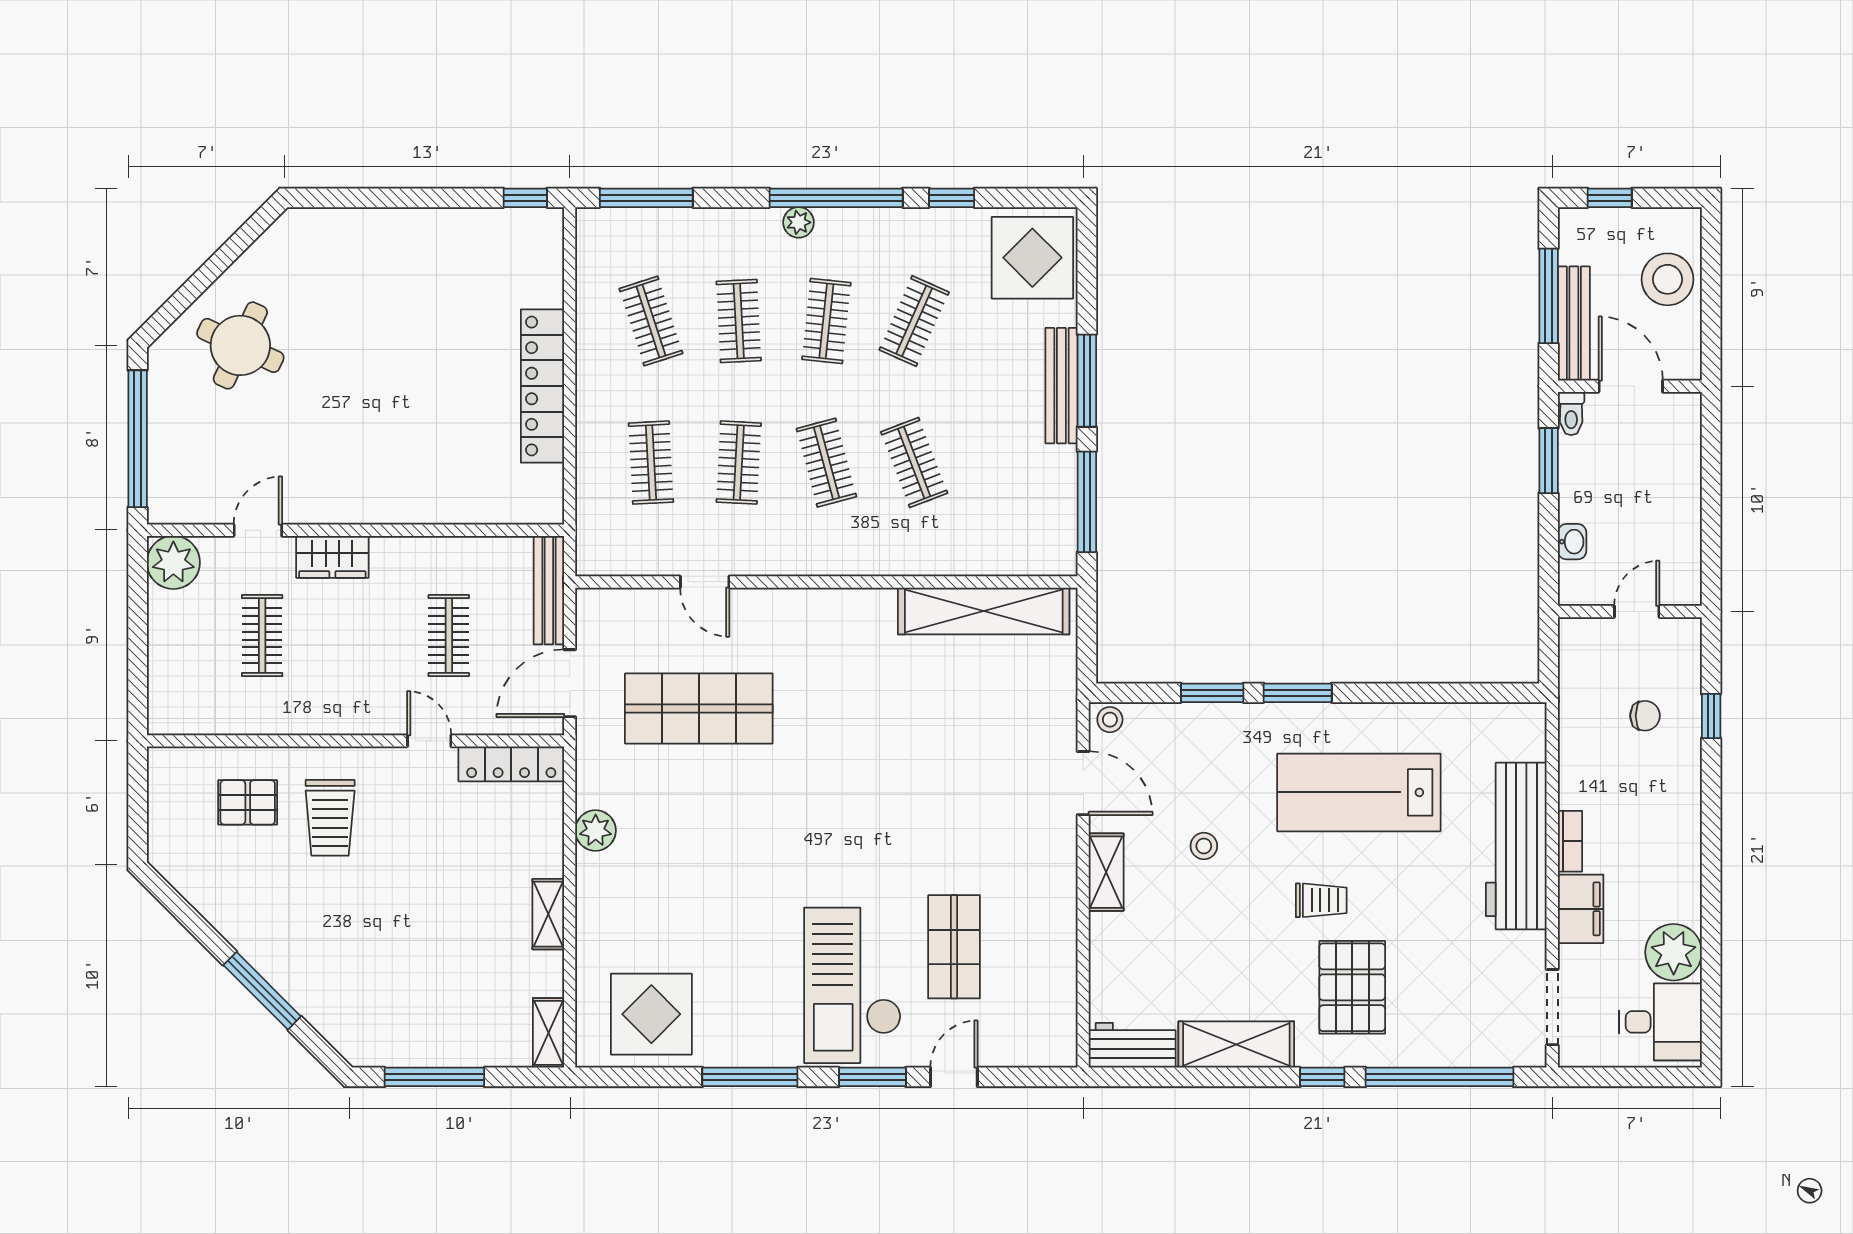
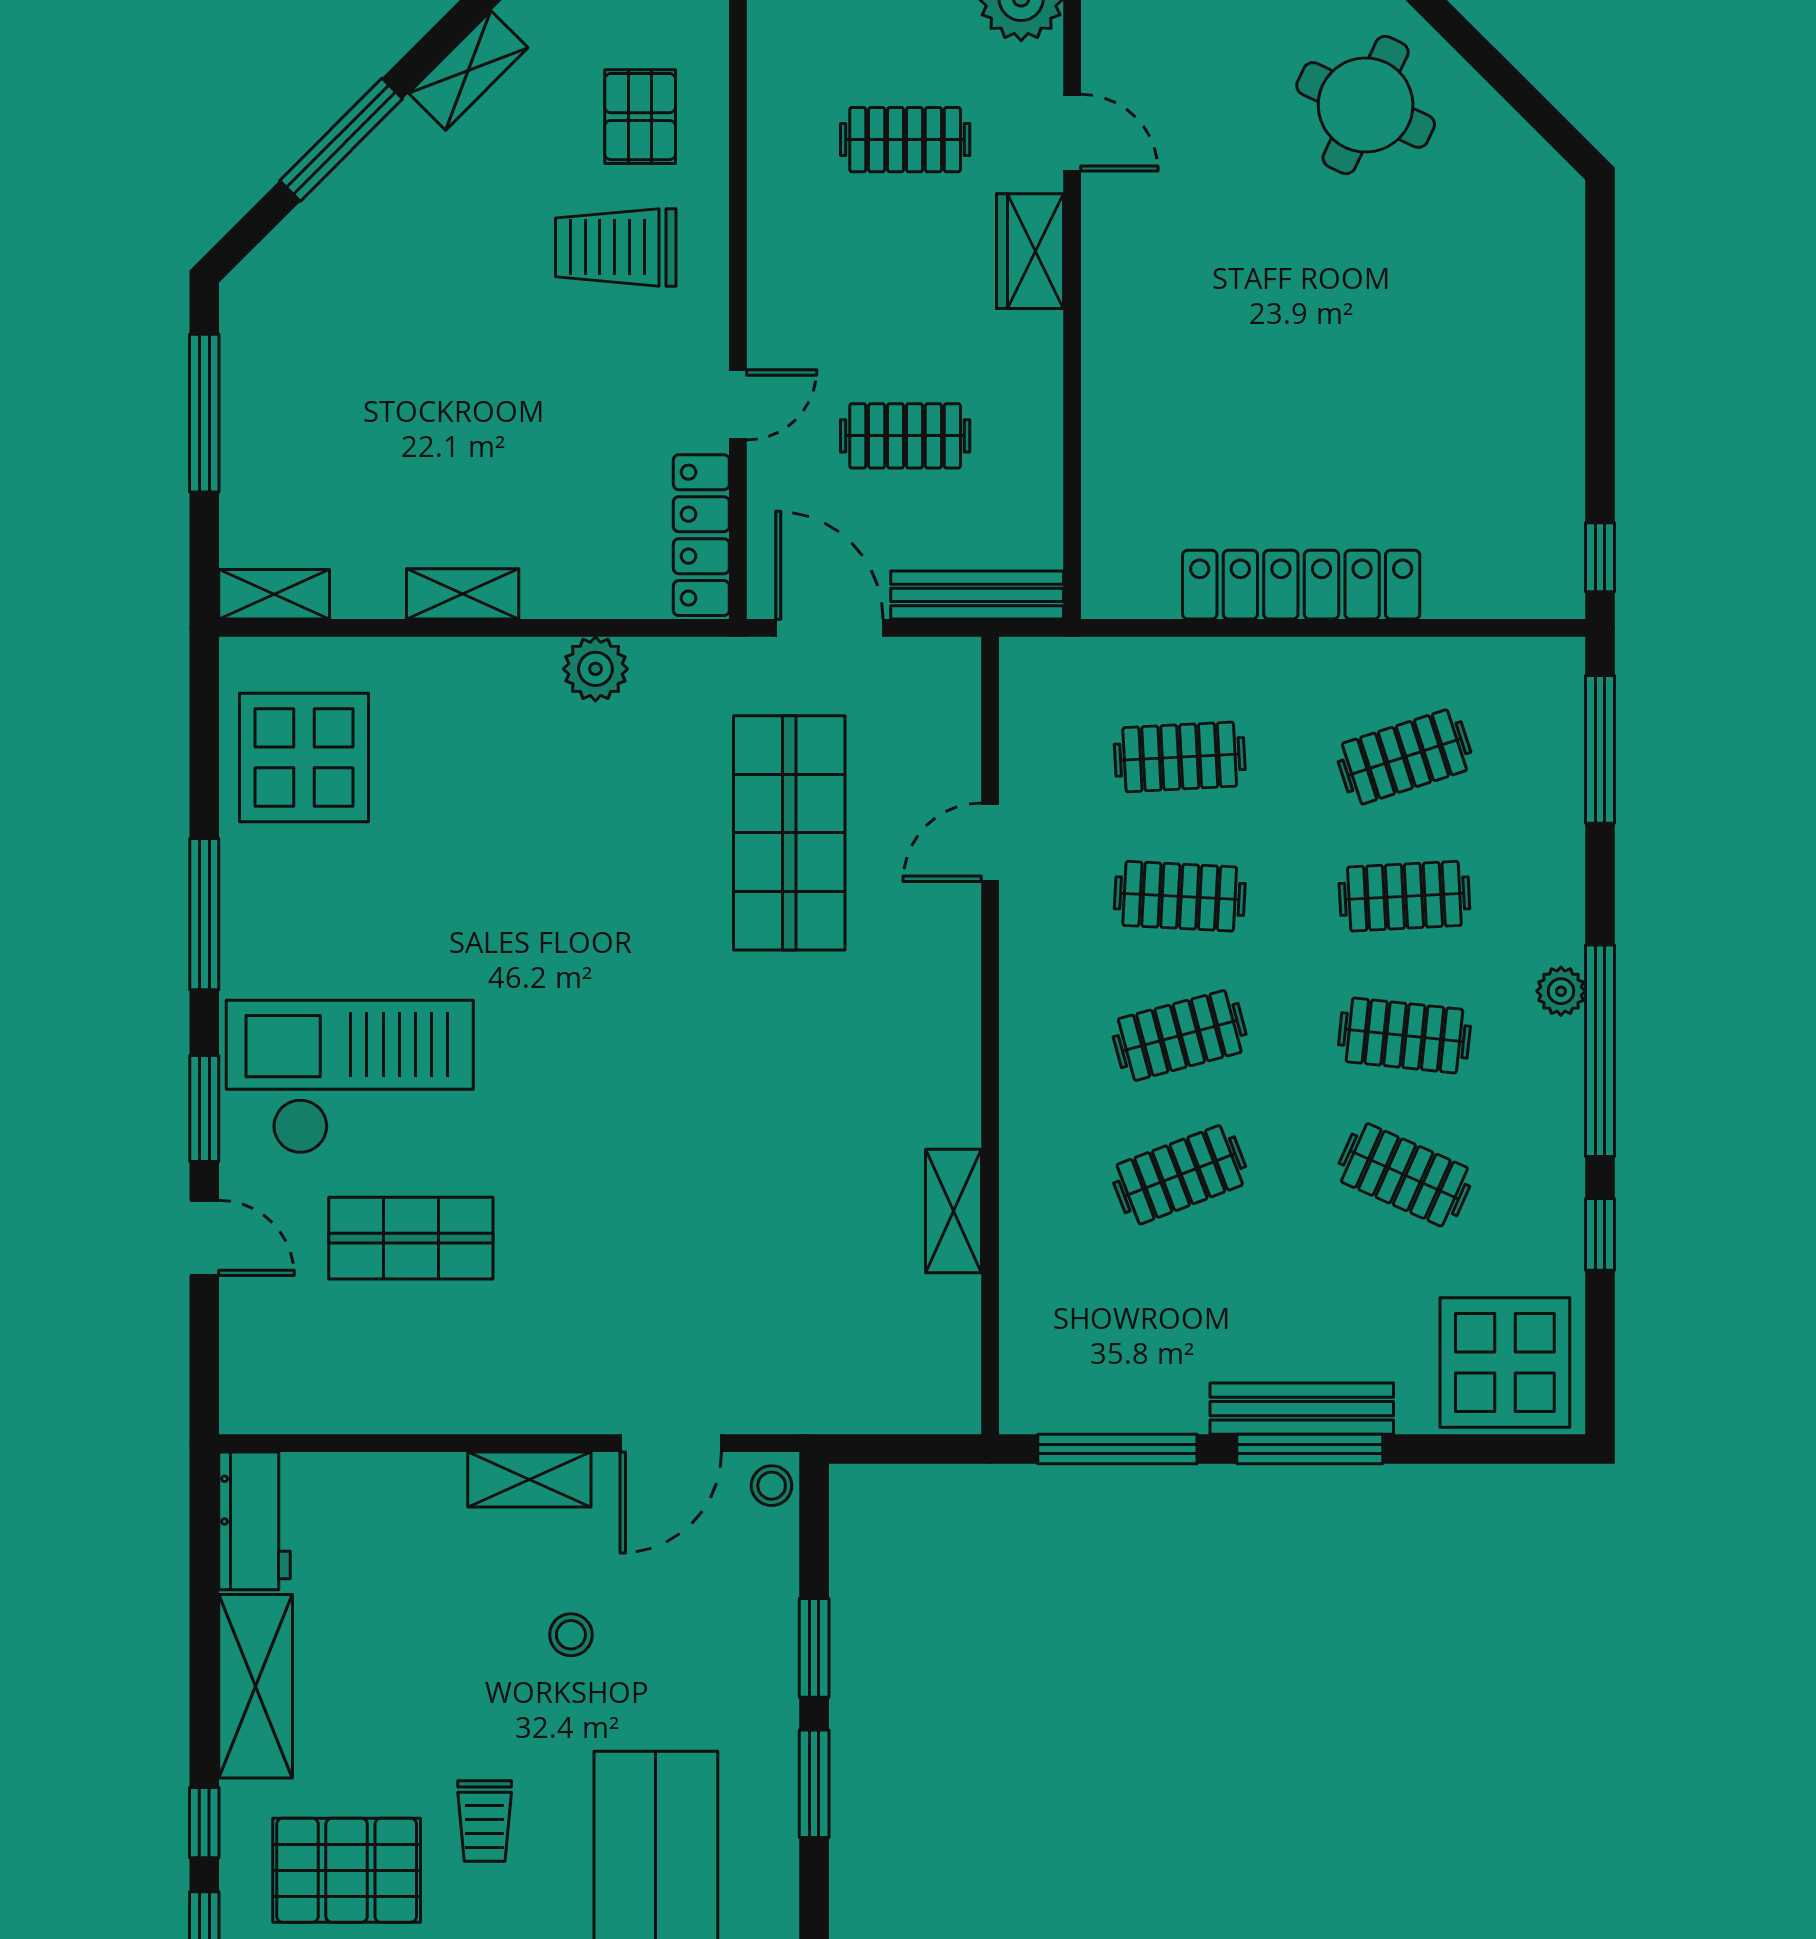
shelving: (984, 611) -> (953, 1211), width x0.45, depth x0.75
shelving: (219, 911) -> (468, 70), added

